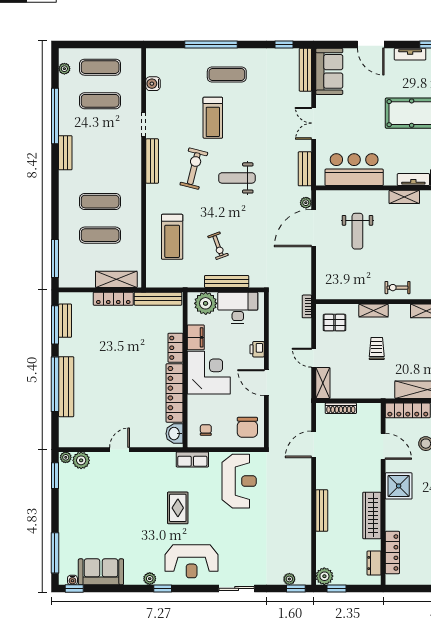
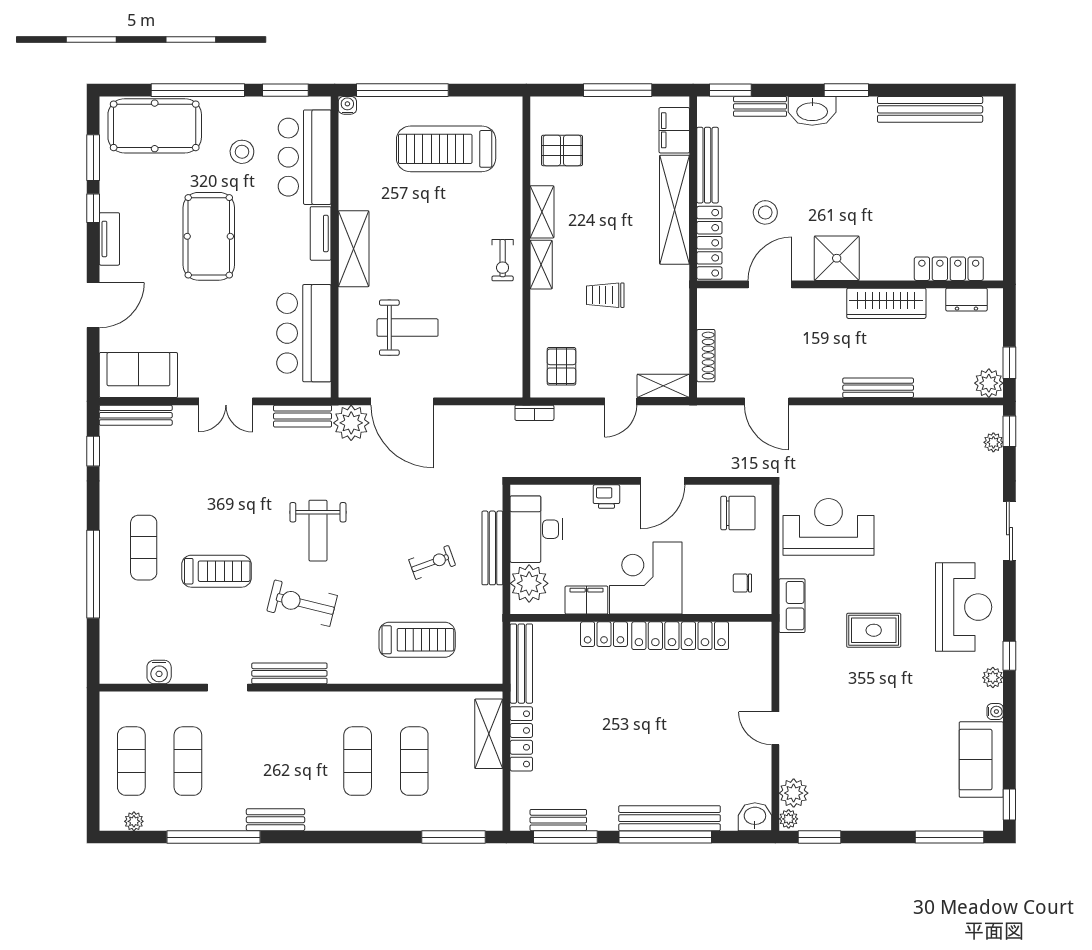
shelving: (404, 197) -> (354, 249), width x1.50, depth x1.33
plant: (306, 203) -> (351, 423), width x1.87, depth x1.87
shelving: (374, 310) -> (541, 265), moved
washbasin: (174, 434) -> (755, 817), moved, turned 180
water cooler: (72, 580) -> (995, 712), moved

